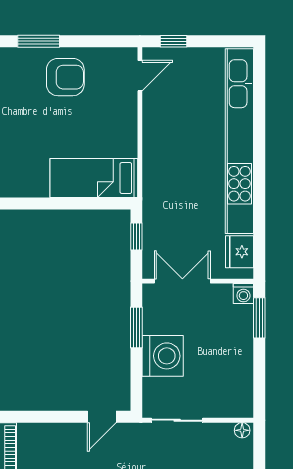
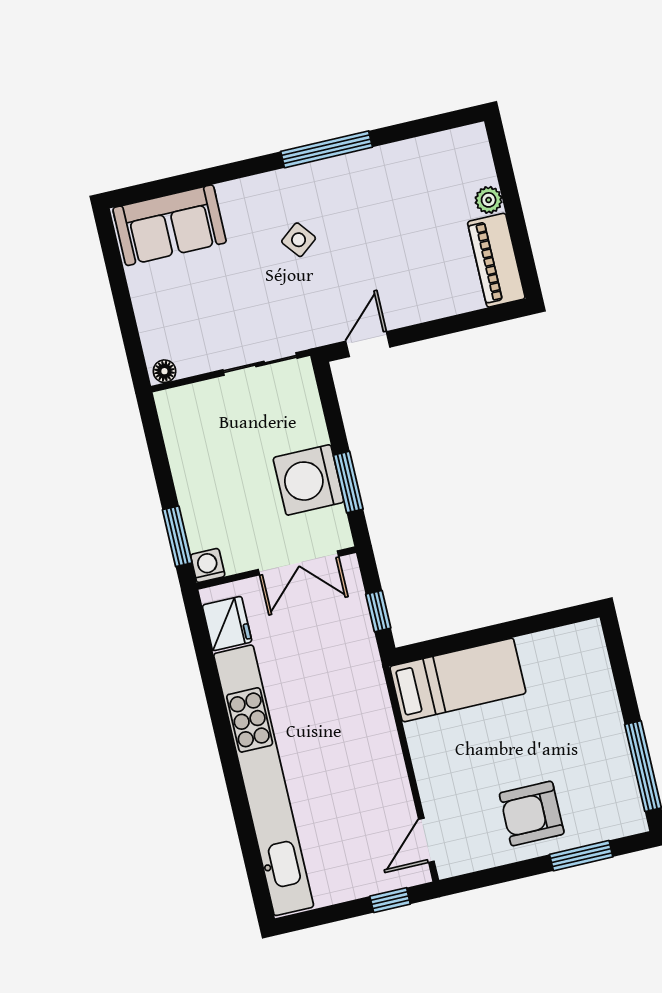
washing machine: (163, 356) -> (308, 480), moved

